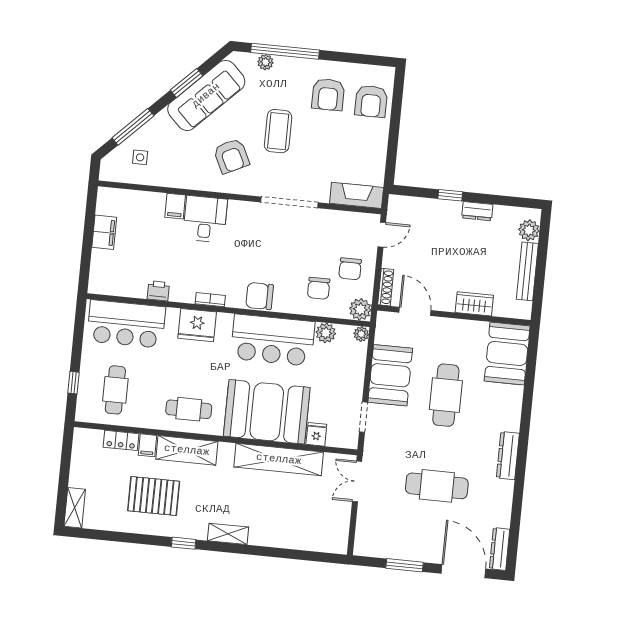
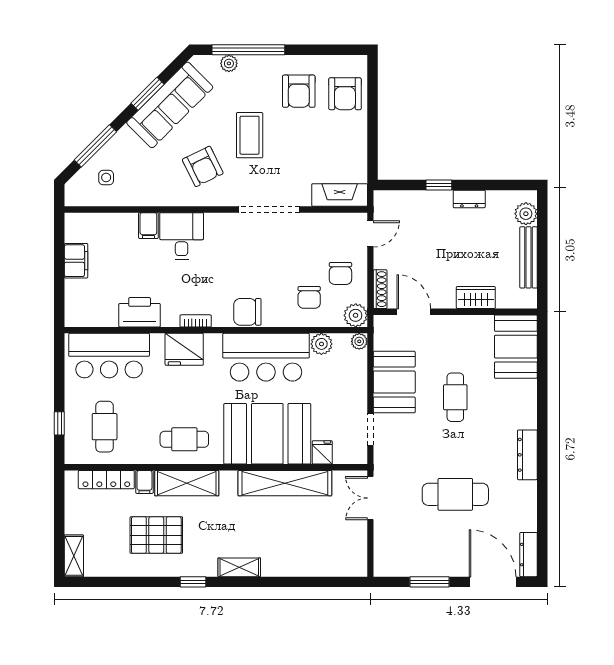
printer: (158, 291) -> (140, 312), width x1.87, depth x1.48
cafe table: (446, 395) -> (455, 397), width x0.73, depth x0.74
locker: (121, 440) -> (106, 480), width x1.53

